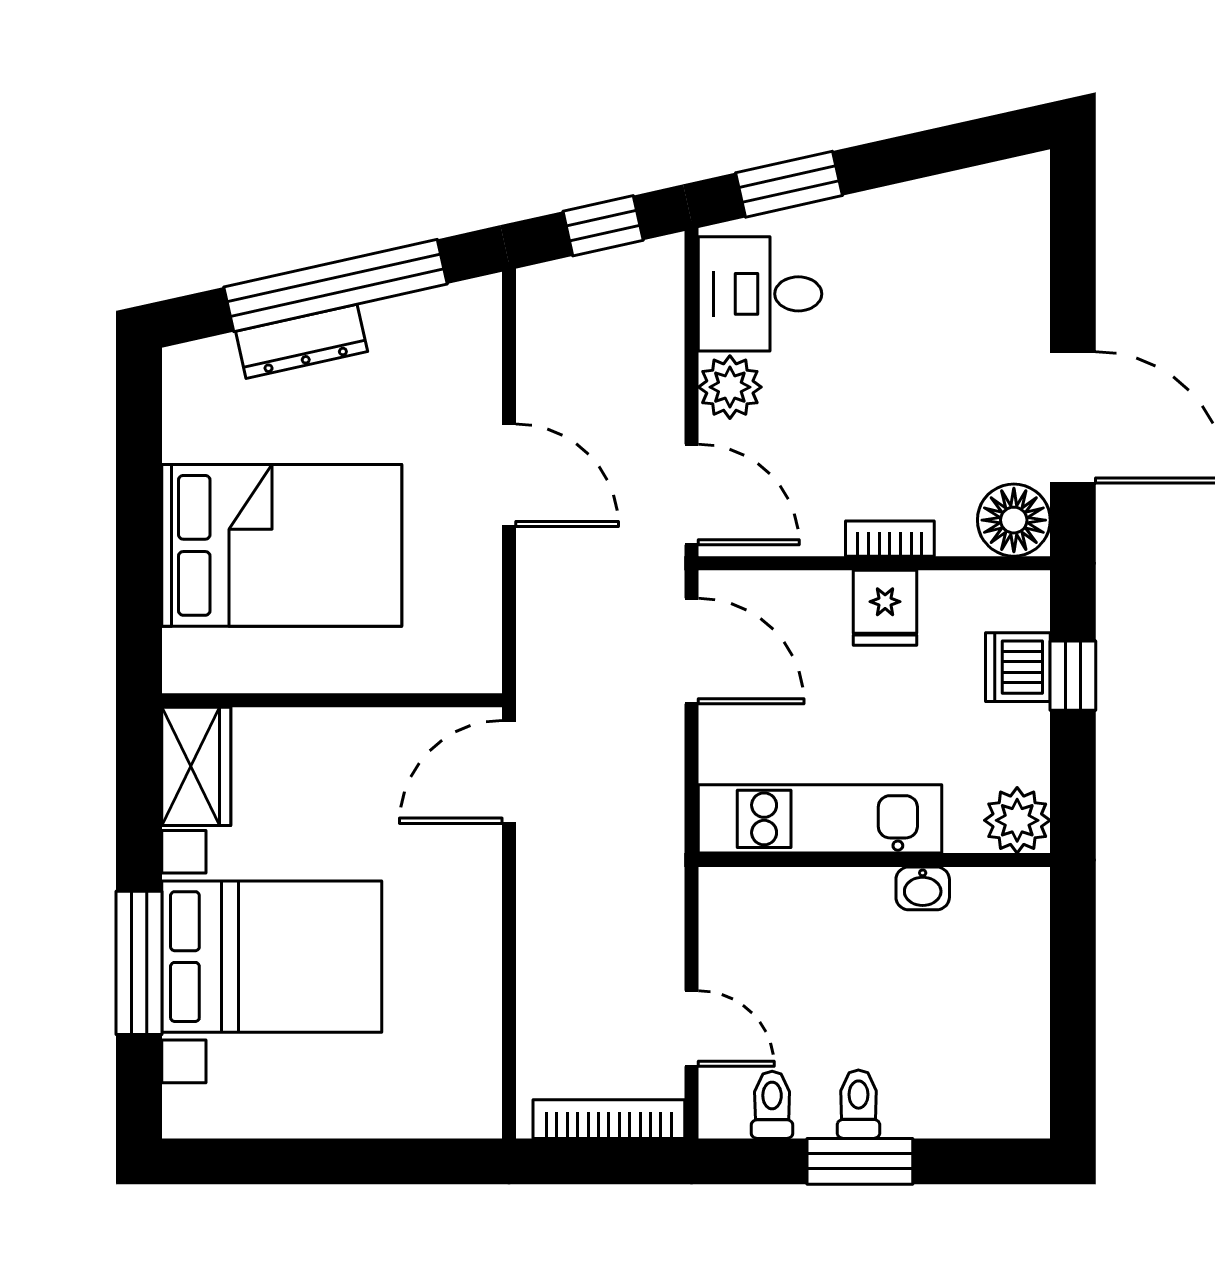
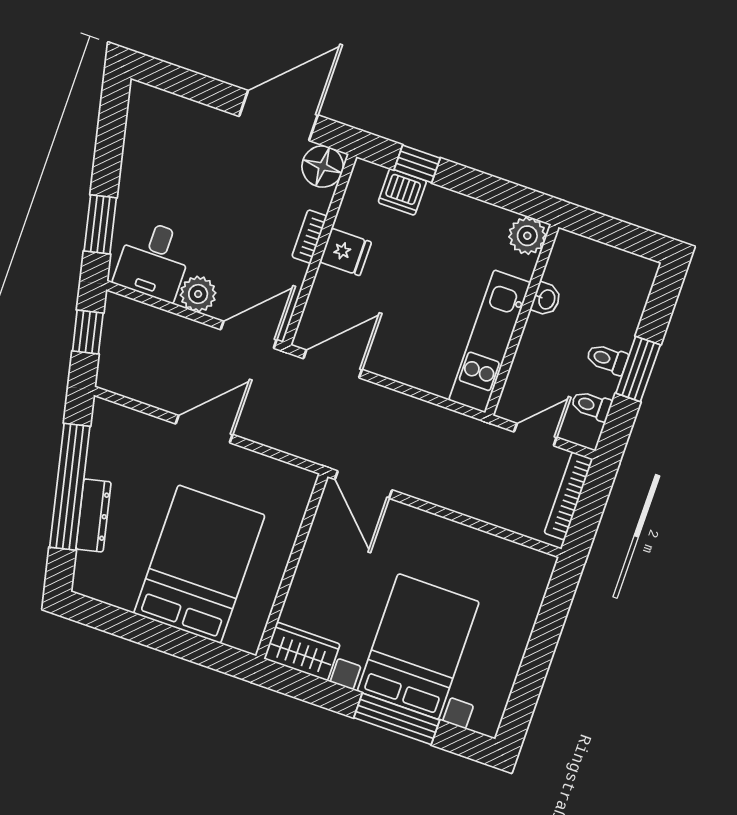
kitchen unit: (820, 819) -> (490, 341), moved
plant: (1017, 820) -> (527, 236), moved
wall: (874, 860) -> (522, 320), moved
washbasin: (923, 888) -> (546, 299), moved

